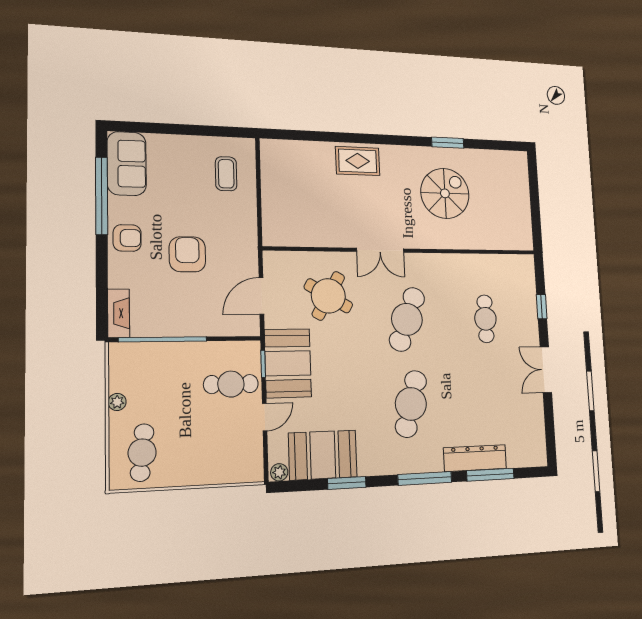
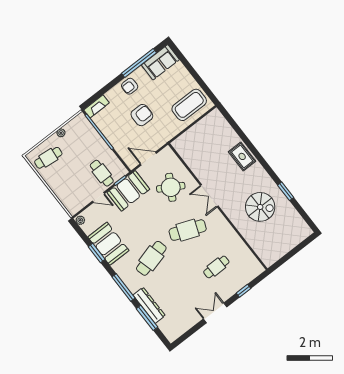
coffee table: (226, 174) -> (189, 105), width x1.86, depth x1.72
armchair: (127, 238) -> (130, 86), turned 90
cafe table: (411, 404) -> (151, 258), turned -30
booth: (323, 455) -> (108, 244), moved

